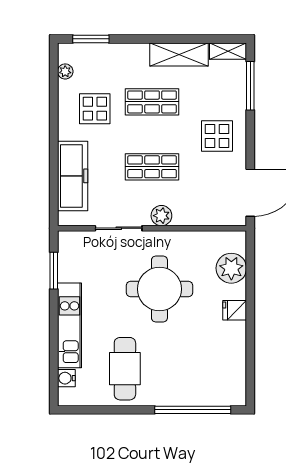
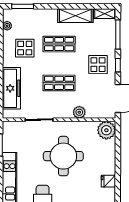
window: (250, 137) -> (118, 65), added
plant: (161, 216) -> (79, 112), moved
plant: (231, 268) -> (106, 130), moved
fridge: (235, 310) -> (108, 181), moved

